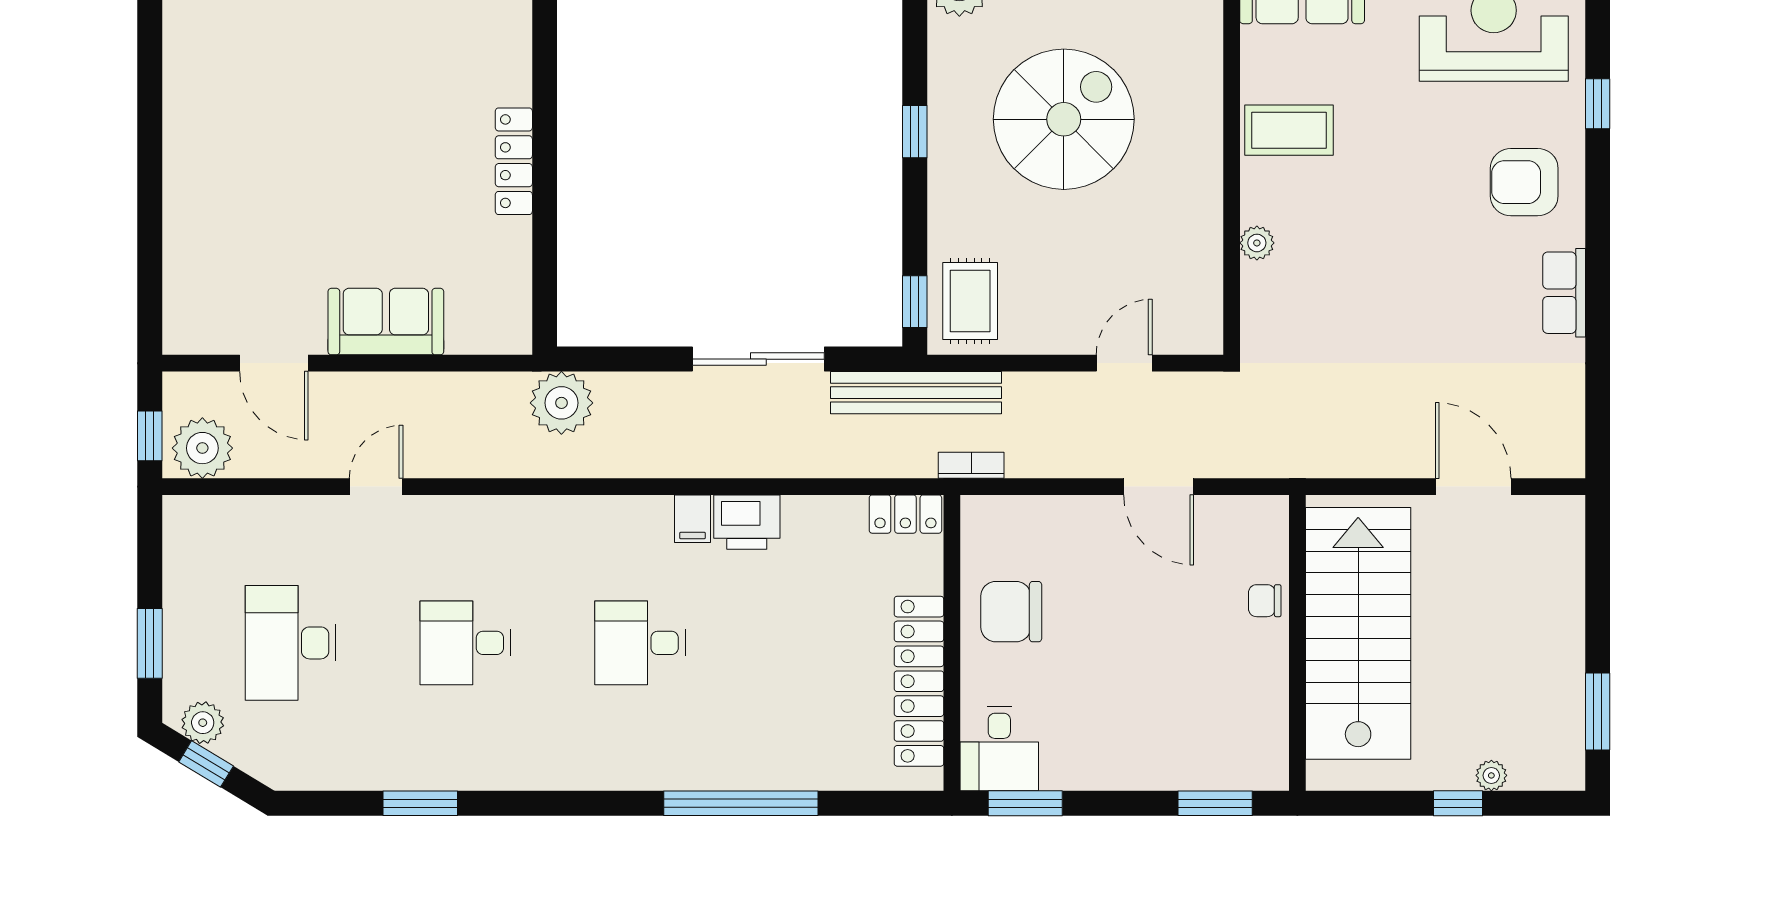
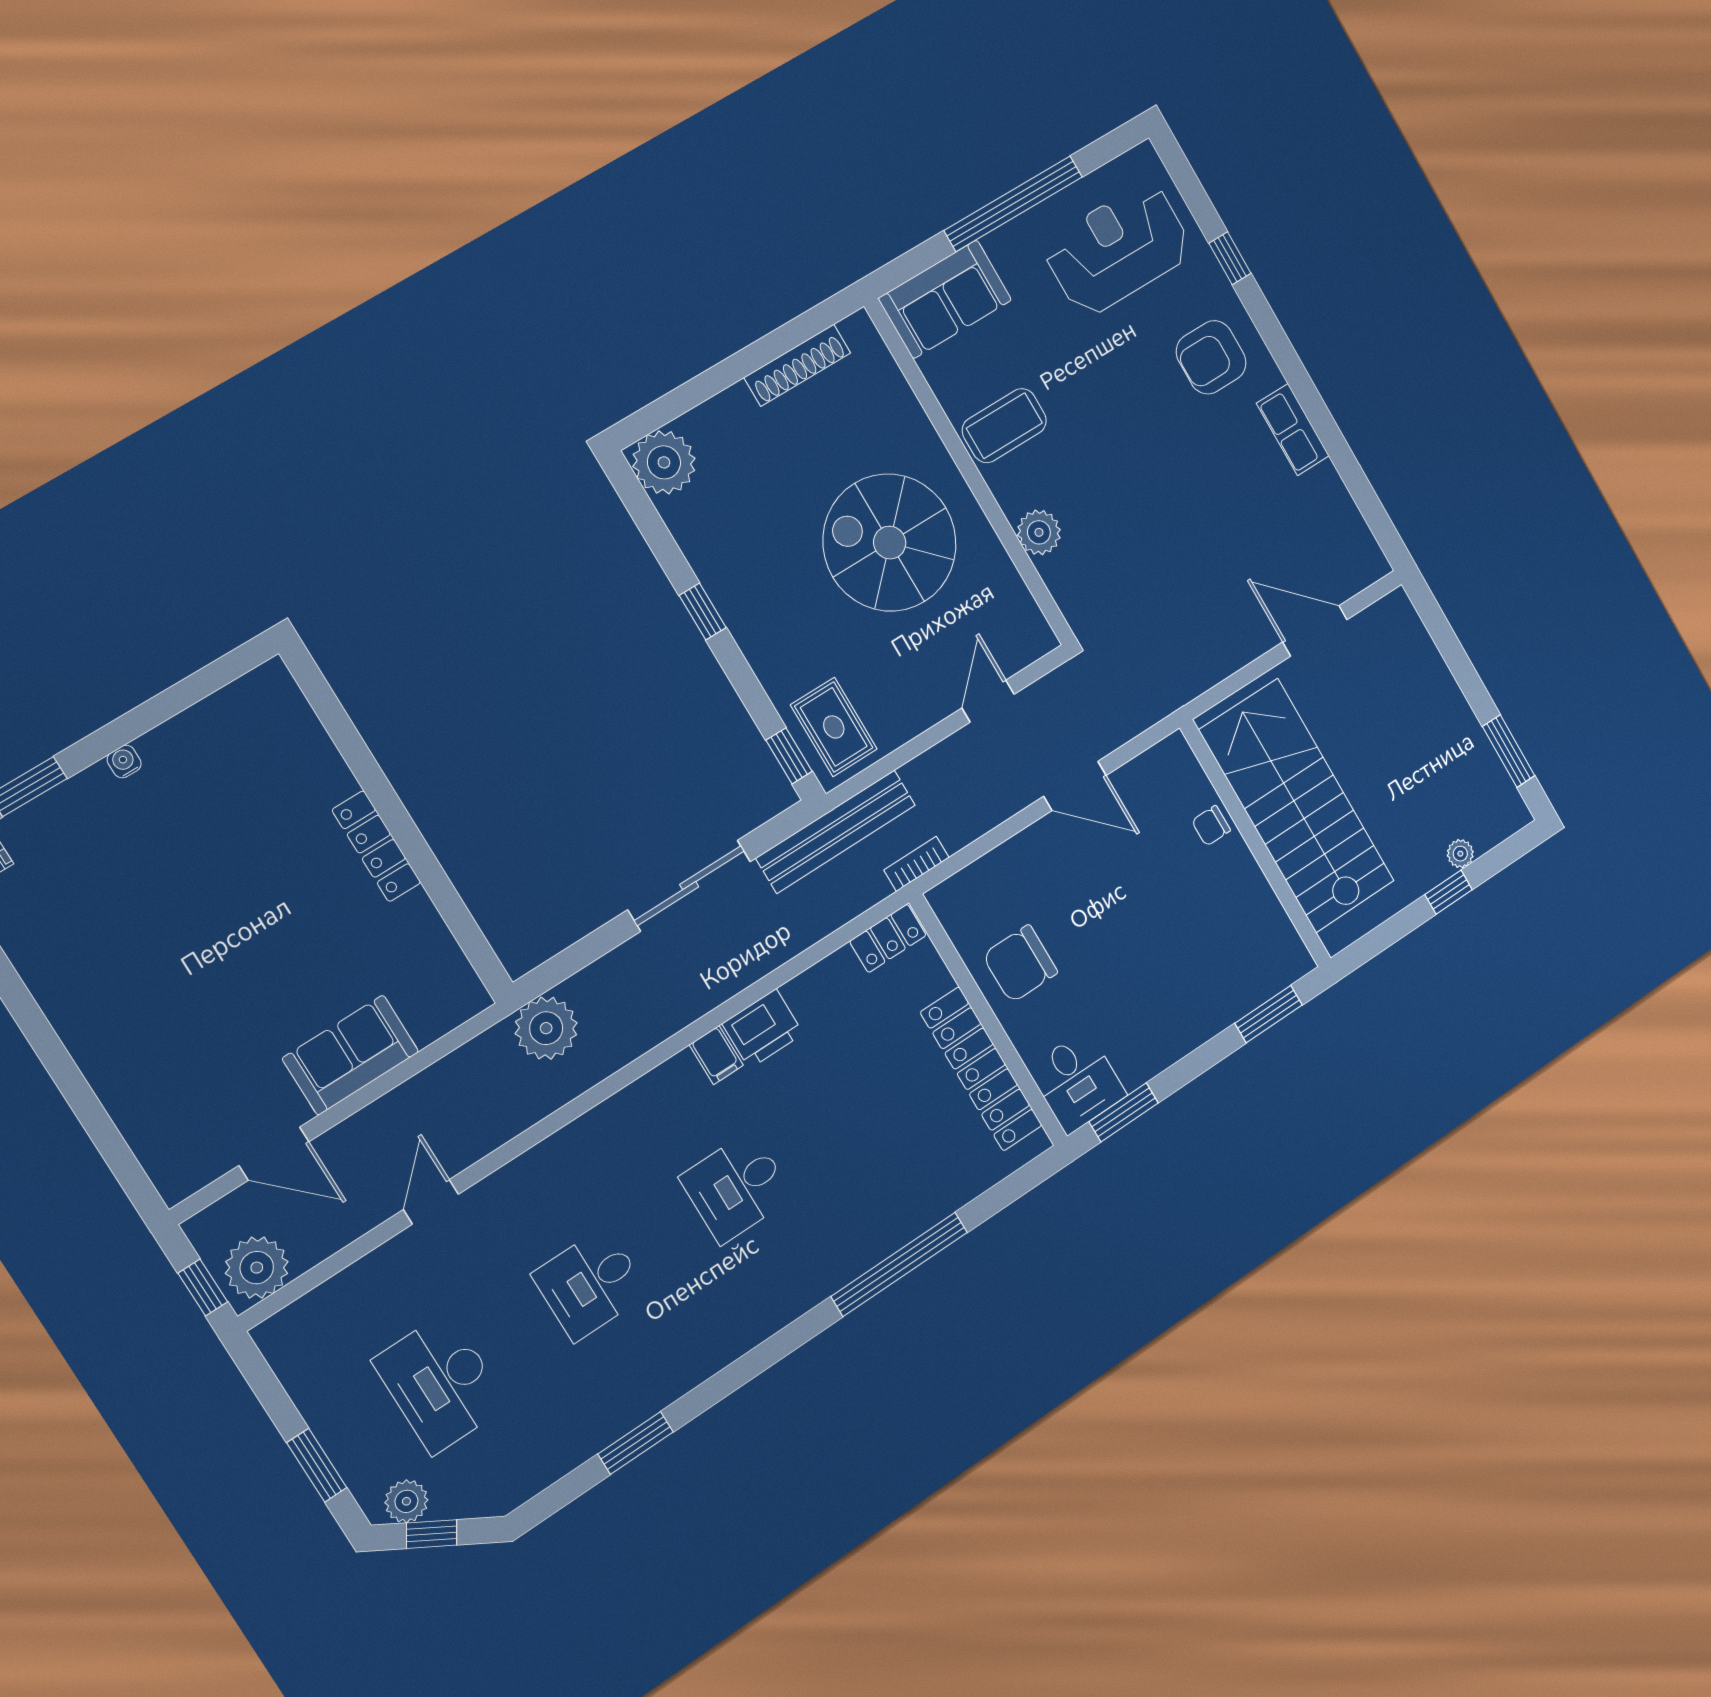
spiral stairs: (1064, 119) -> (890, 543), moved, turned -90
plant: (1257, 243) -> (1039, 532), width x1.38, depth x1.38

